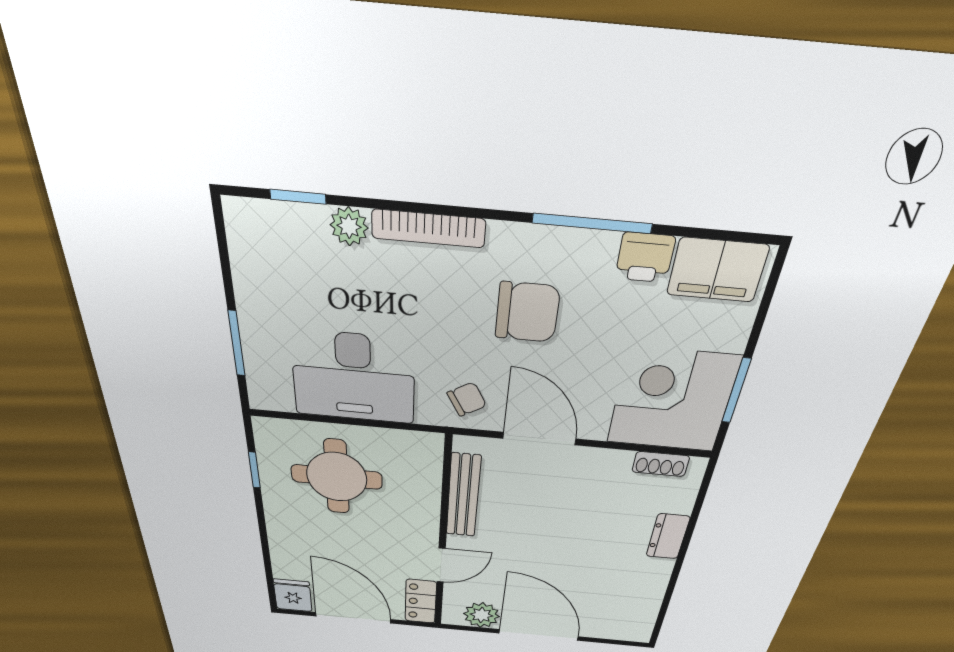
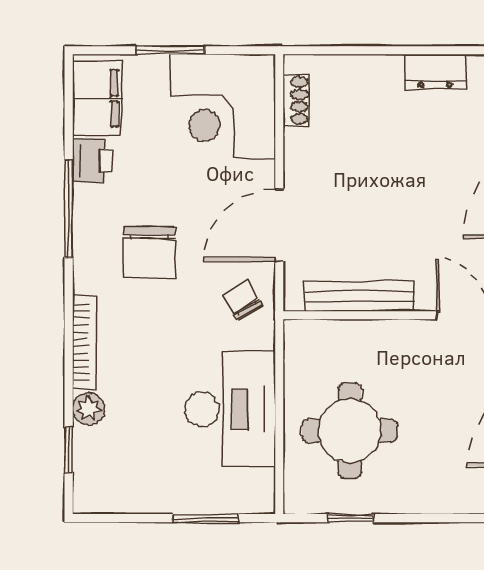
chair: (527, 312) -> (149, 252), turned 180
window: (736, 391) -> (170, 50), moved
dresser: (668, 536) -> (435, 71), moved

